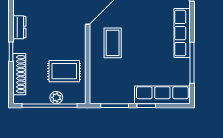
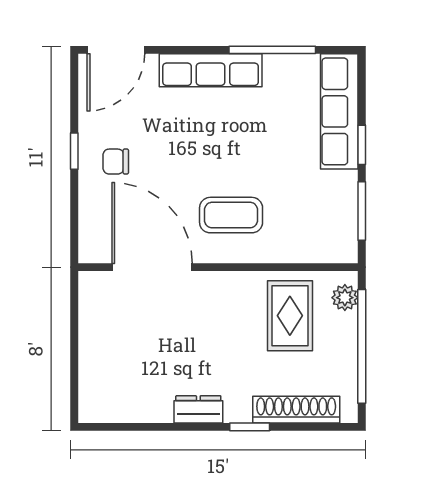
plant: (56, 98) -> (345, 298), moved

